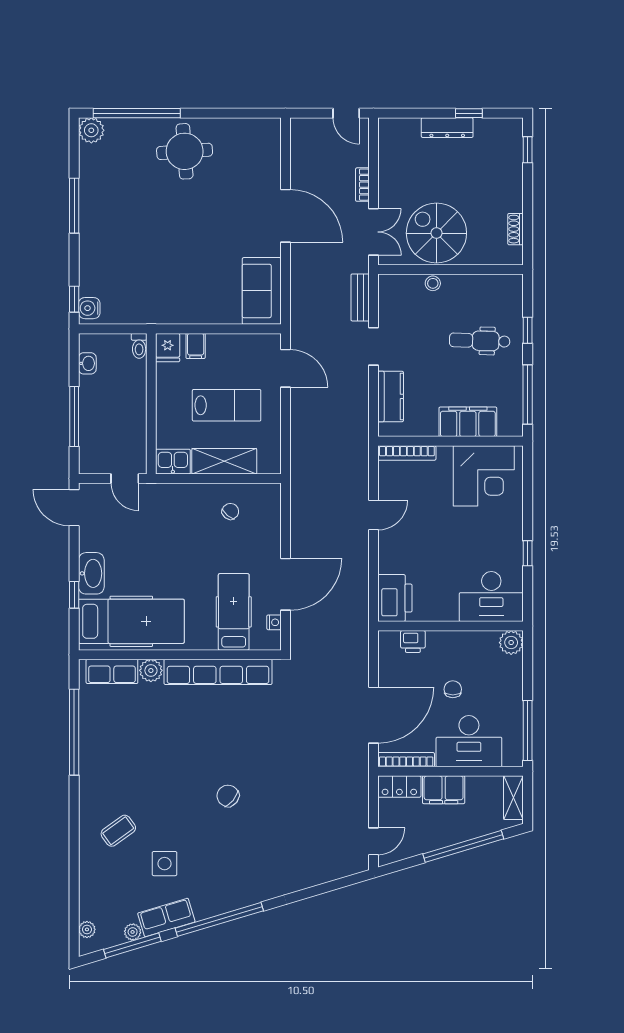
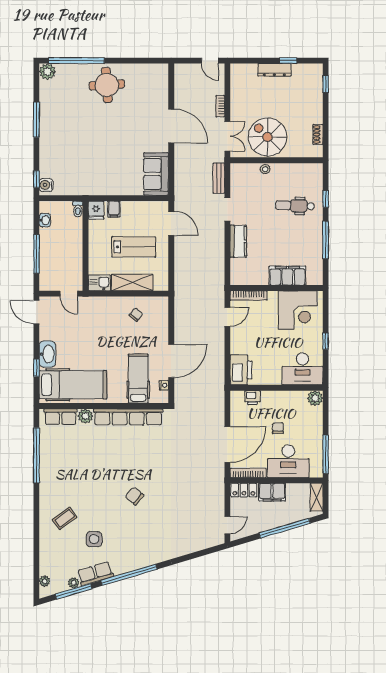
filing cabinet: (468, 422) -> (288, 276), moved
wall: (451, 441) -> (276, 288), moved
bookcase: (407, 453) -> (249, 296), moved
corner desk: (484, 476) -> (298, 310), moved

